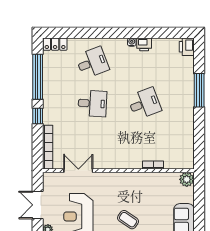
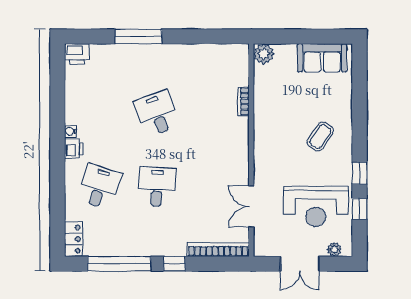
printer: (144, 44) -> (74, 149), moved
desk: (92, 63) -> (99, 187), turned 39

